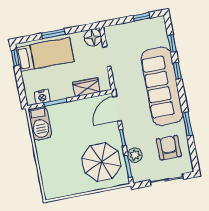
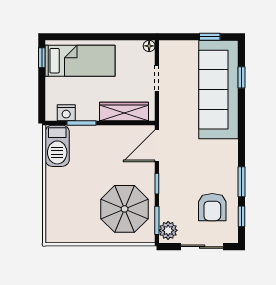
window: (54, 34) -> (96, 37), removed
floor lamp: (93, 38) -> (149, 46), width x0.53, depth x0.53
window: (177, 71) -> (241, 216), moved
sofa: (162, 86) -> (218, 90), moved
wardrobe: (87, 87) -> (124, 112), width x1.50
armchair: (169, 148) -> (212, 207), turned 180
plant: (135, 155) -> (168, 230), moved

